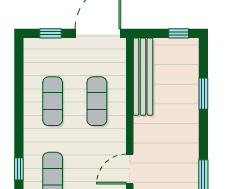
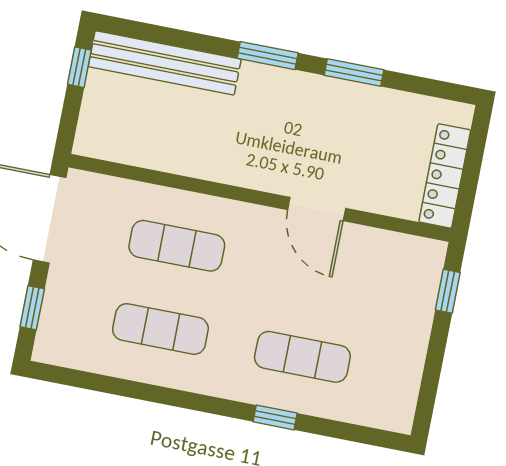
bench: (143, 77) -> (165, 63), moved
window: (203, 94) -> (268, 56), moved

